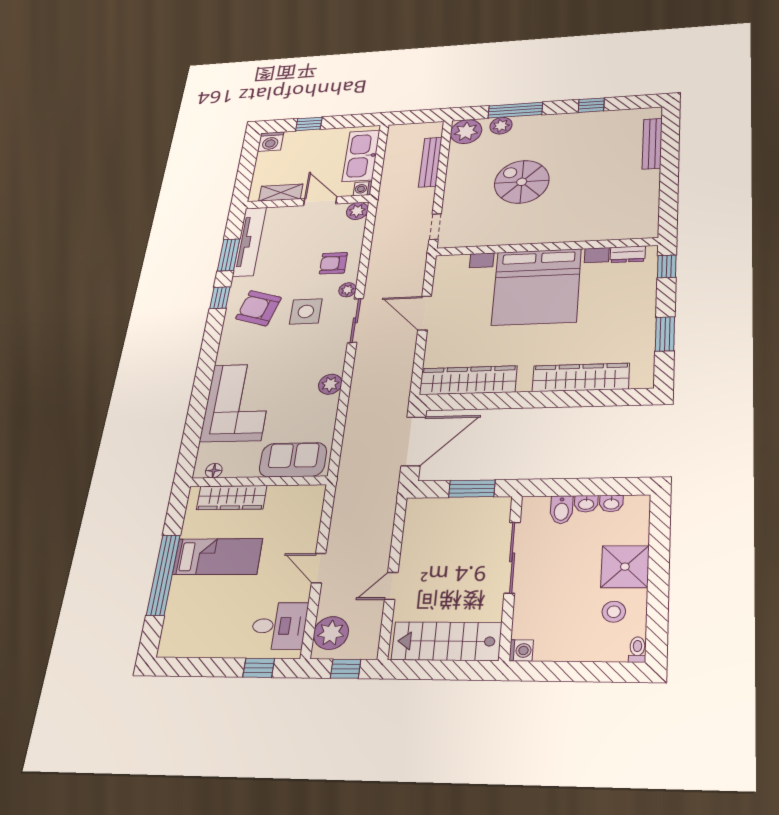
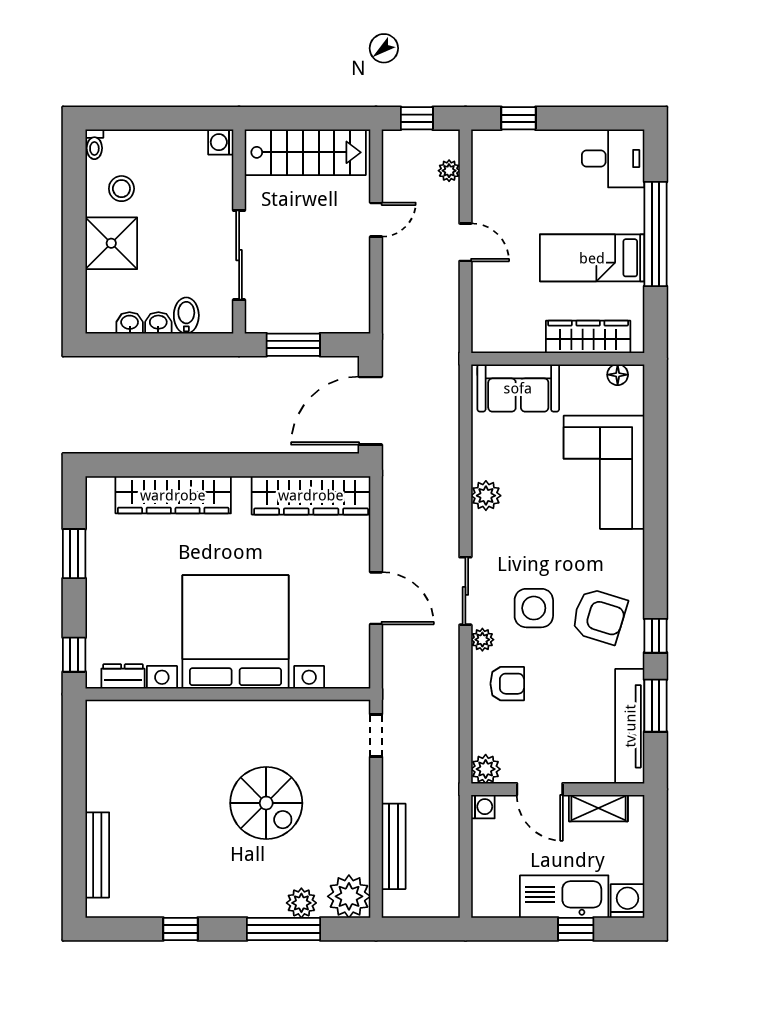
kitchen sink: (361, 156) -> (564, 897), moved, turned -90
desk: (279, 626) -> (613, 158), moved, turned 180
plant: (331, 633) -> (449, 171), width x0.53, depth x0.53

